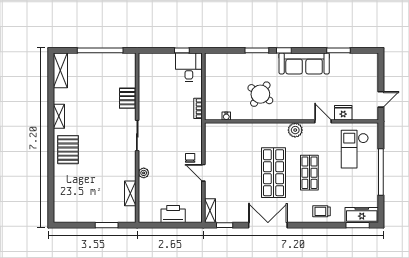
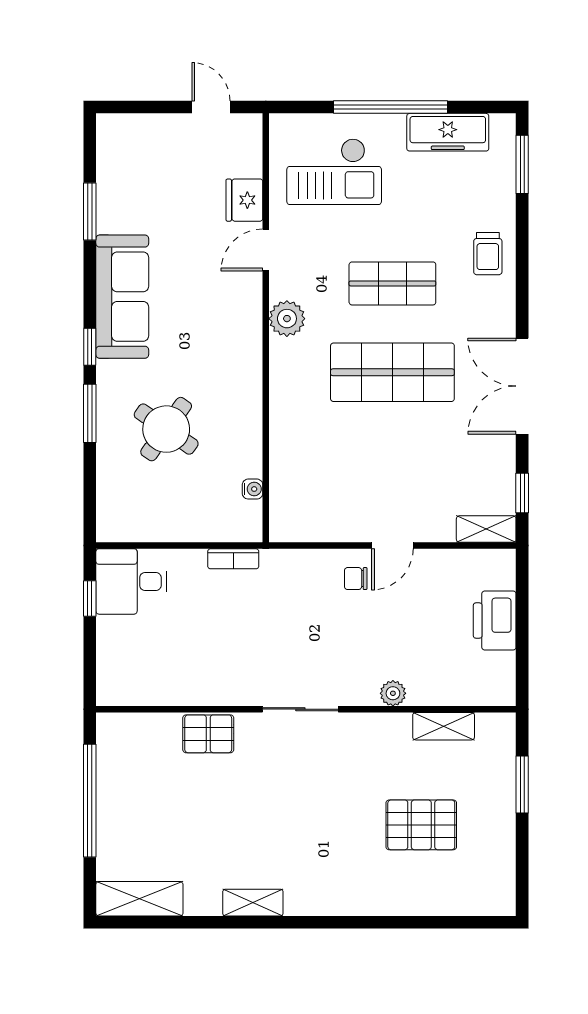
round table: (260, 94) -> (166, 429), moved
pallet: (68, 150) -> (421, 825), moved
freezer: (362, 215) -> (448, 132), moved, turned -90

